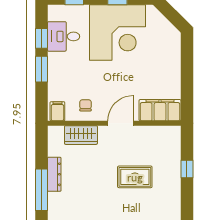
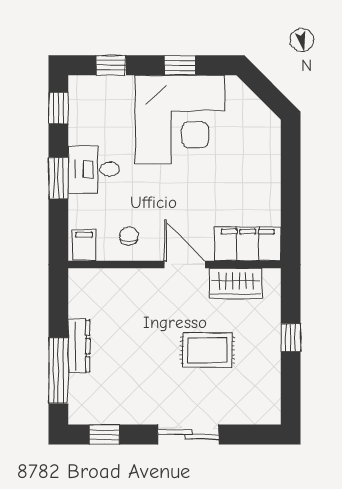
desk: (64, 36) -> (94, 169), moved
window: (41, 38) -> (58, 108), moved
door: (121, 123) -> (185, 265), hinge flipped
wardrobe: (81, 135) -> (236, 283), moved

